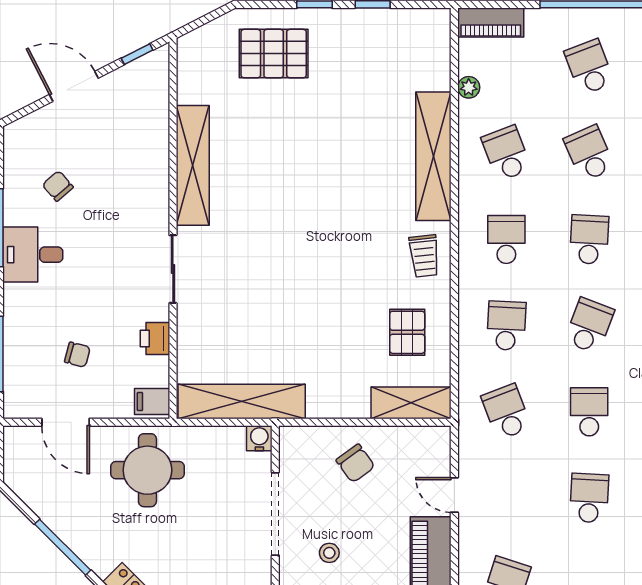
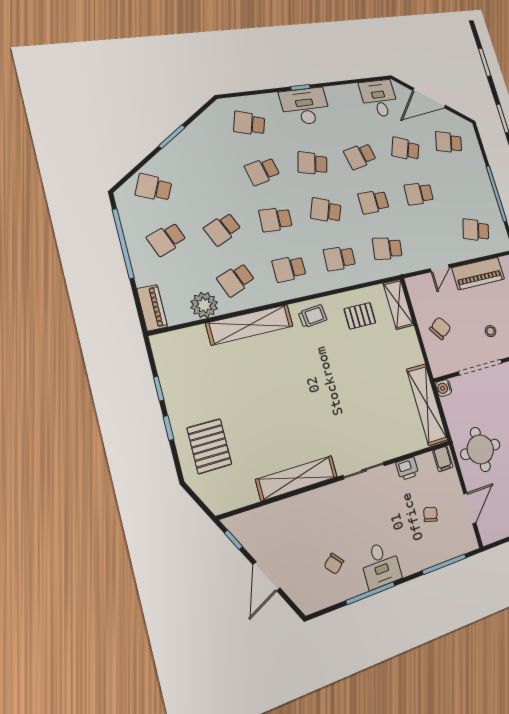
plant: (469, 87) -> (204, 305), width x1.88, depth x1.88
school desk: (506, 412) -> (387, 248), turned 30

